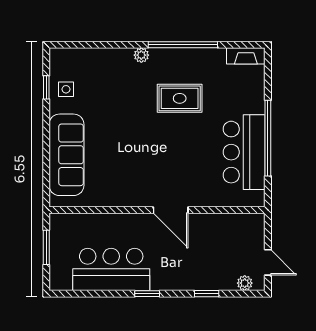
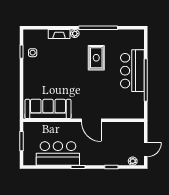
fireplace: (246, 56) -> (59, 34), moved
rug: (180, 98) -> (96, 58), turned 90
bar counter: (244, 152) -> (132, 71), moved
sofa: (67, 155) -> (48, 109), moved, turned -90
door: (268, 262) -> (146, 150), hinge flipped

